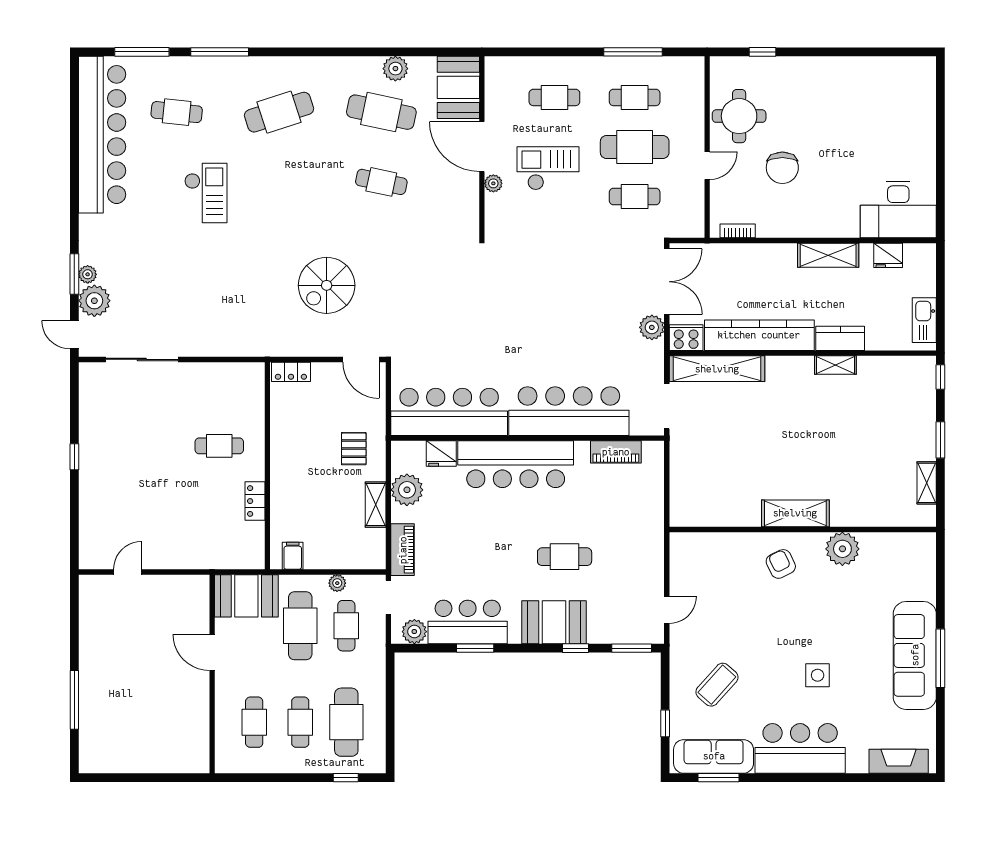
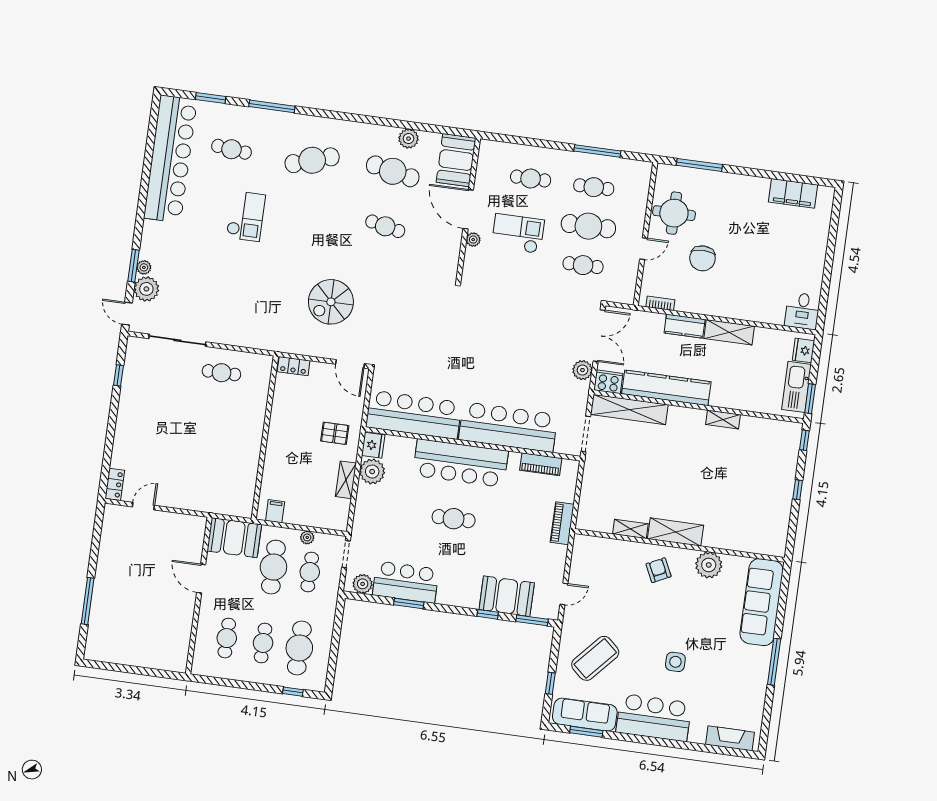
window: (142, 52) -> (211, 98), width x0.69
window: (763, 52) -> (699, 165), width x2.17
filing cabinet: (884, 71) -> (793, 193), added
desk: (898, 210) -> (802, 311), width x0.53, depth x0.77
fridge: (888, 255) -> (803, 350), moved, turned 90
kitchen sink: (924, 320) -> (796, 387), width x1.36, depth x1.24
window: (940, 324) -> (810, 399), added
kitchen counter: (840, 338) -> (685, 326), moved, turned 180
window: (940, 440) -> (798, 490), width x0.67
cafe table: (219, 446) -> (221, 373), moved
pallet: (354, 449) -> (335, 433), turned 90
fridge: (441, 453) -> (373, 445), moved, turned -90
window: (74, 457) -> (119, 375), moved
shelving: (927, 483) -> (630, 529), moved, turned 90
locker: (255, 501) -> (115, 484), moved, turned 180
piano: (403, 550) -> (562, 523), moved, turned 180
cafe table: (565, 557) -> (454, 519), moved
booth: (554, 622) -> (507, 596), moved
sofa: (915, 655) -> (762, 602), moved
coffee table: (717, 685) -> (595, 658), width x1.36, depth x1.32

